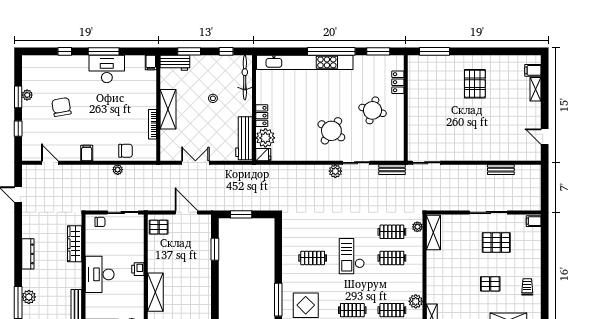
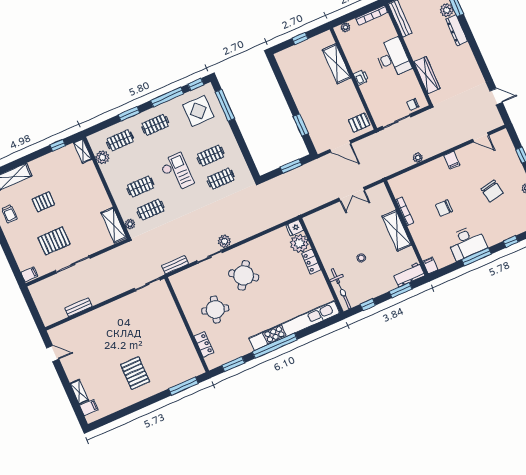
workbench: (244, 138) -> (318, 235), removed
chair: (126, 151) -> (444, 208), moved
clothes rail: (313, 232) -> (221, 179), added
dresser: (28, 254) -> (457, 30), moved

